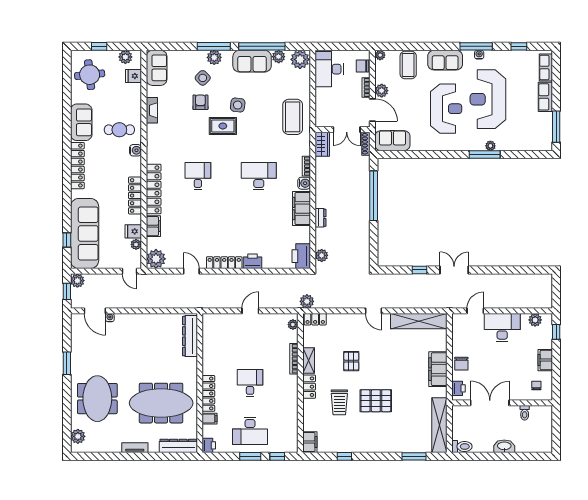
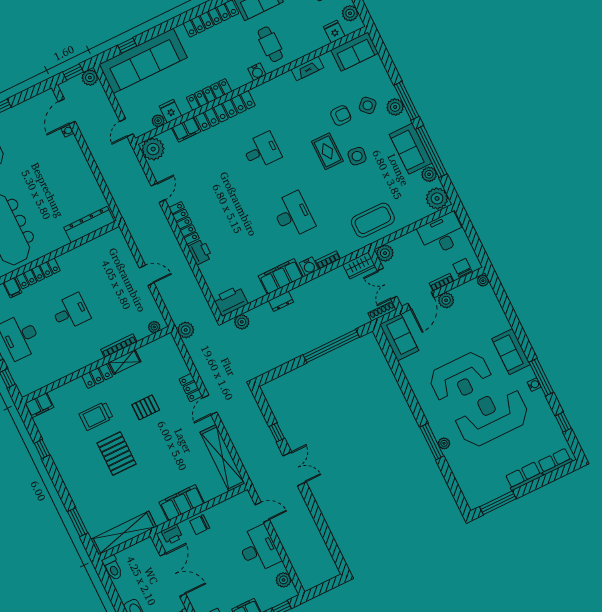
coffee table: (408, 65) -> (487, 315), removed
plant: (322, 120) -> (385, 253), added
locker: (315, 319) -> (191, 388), moved

